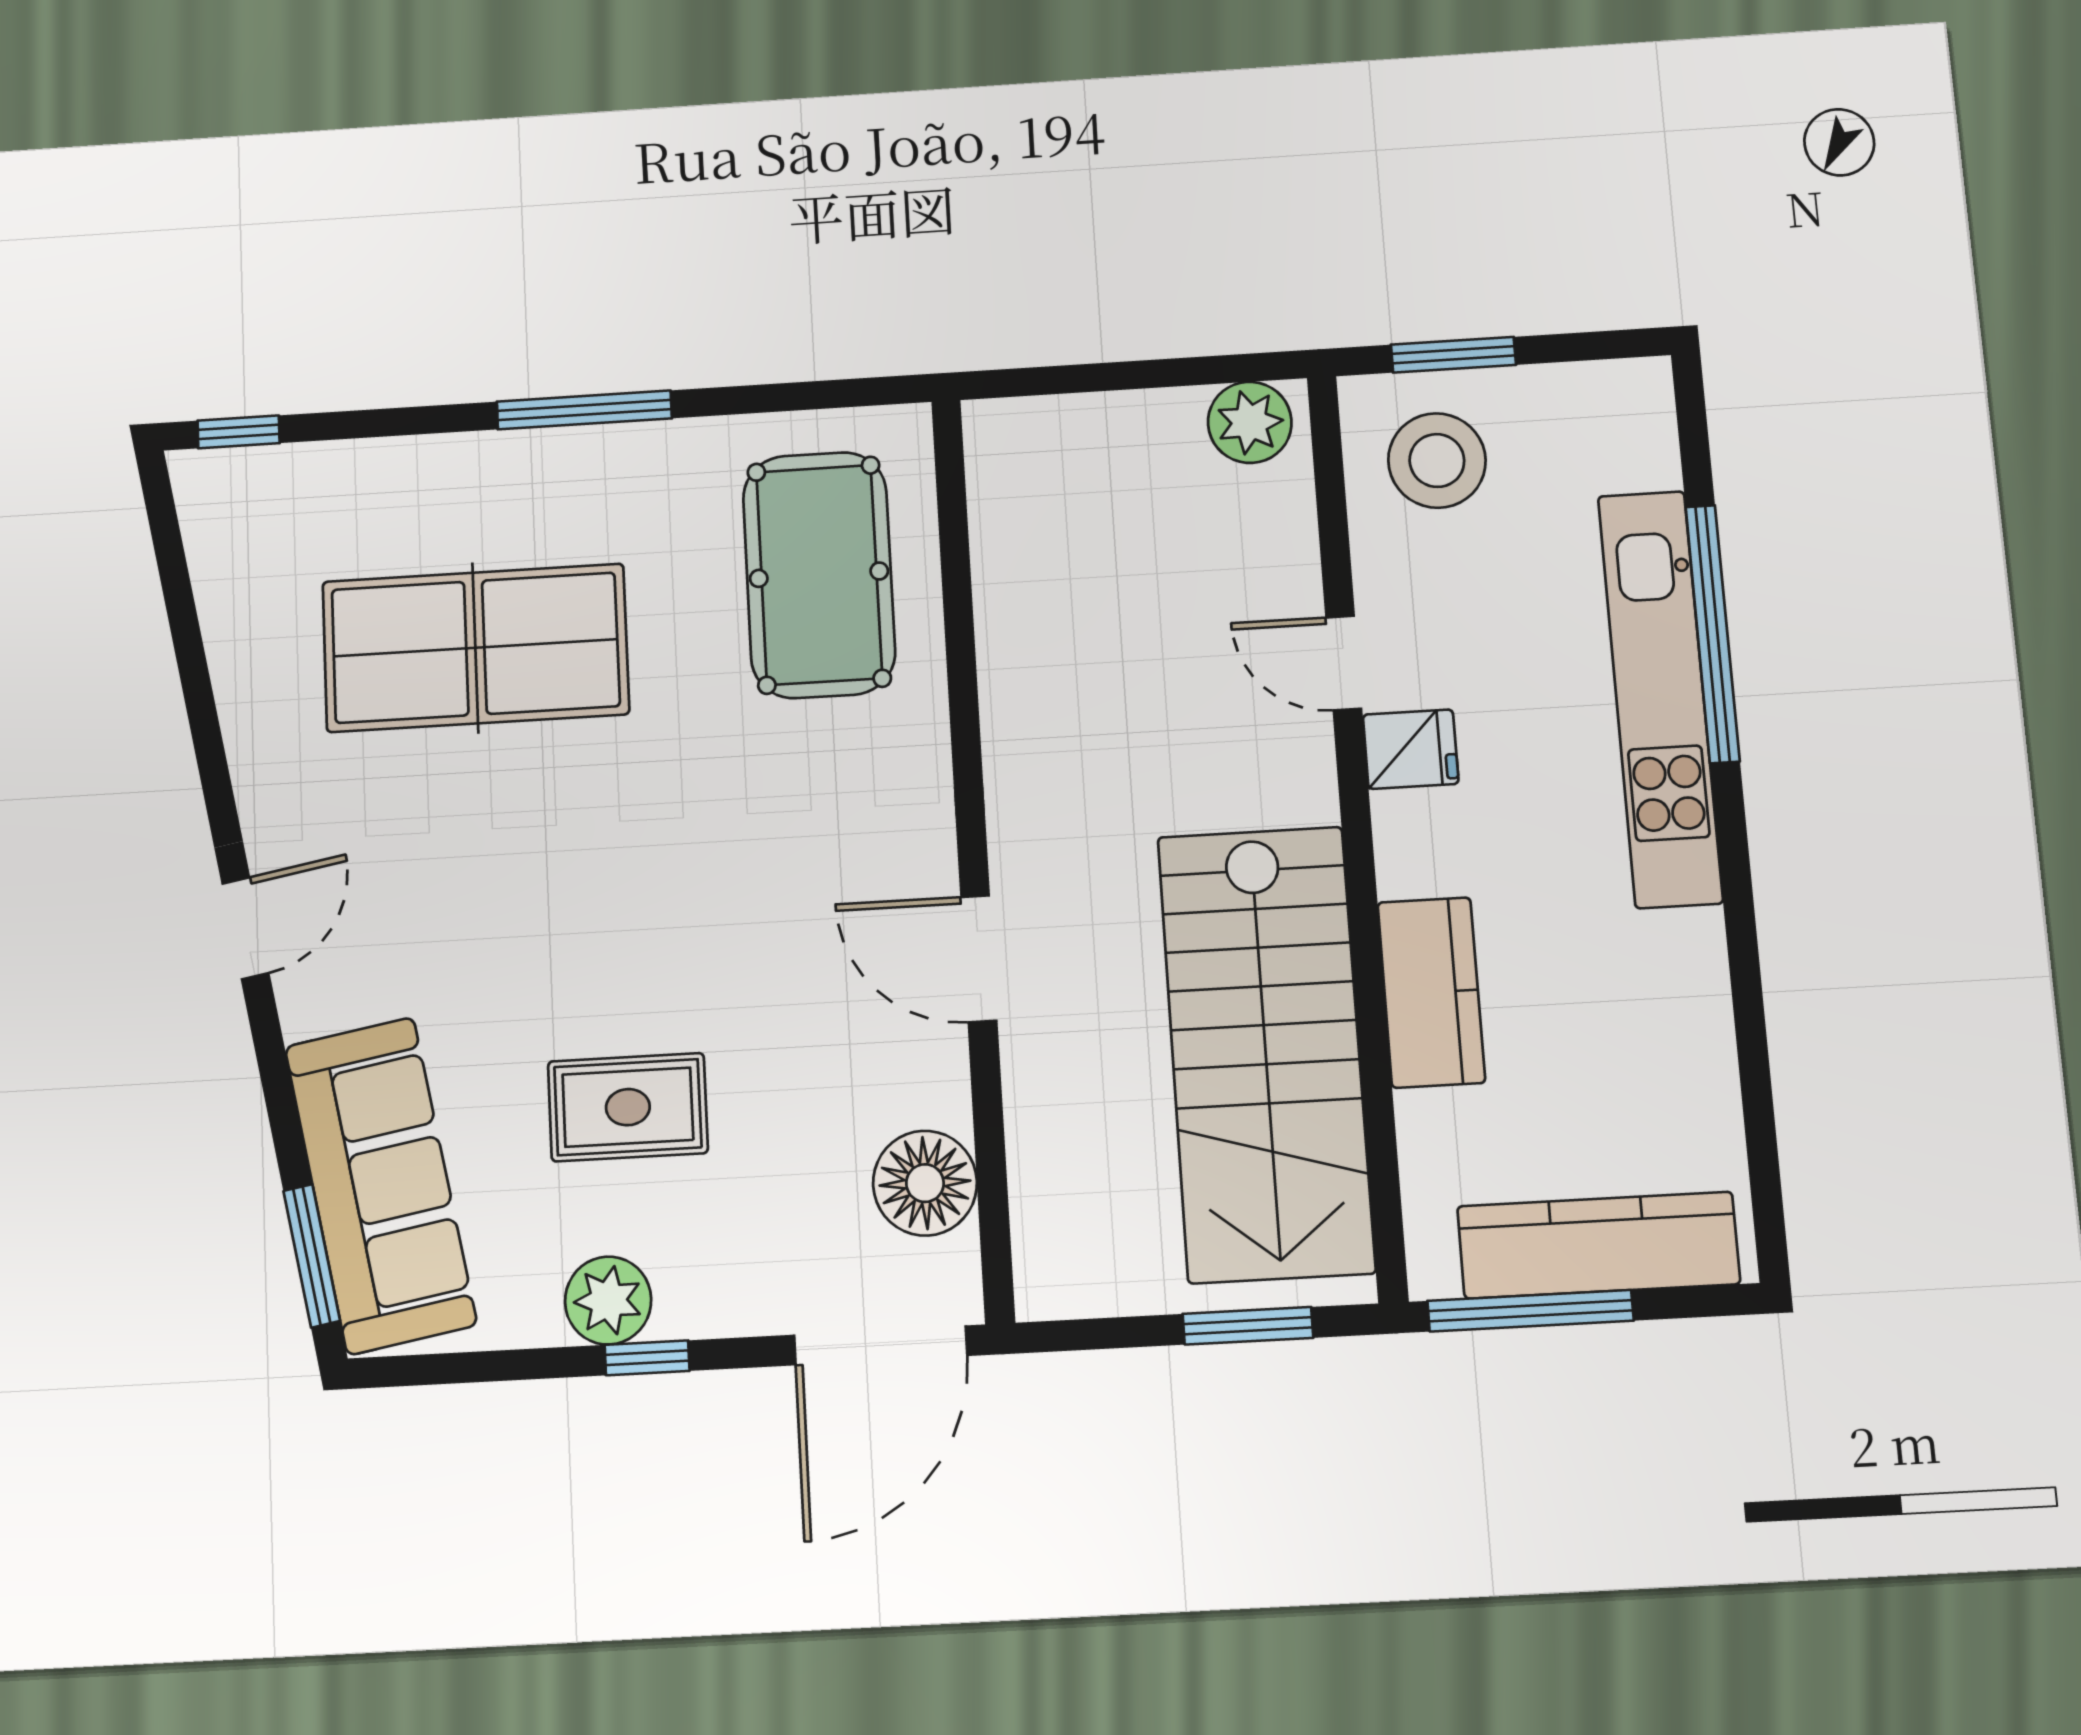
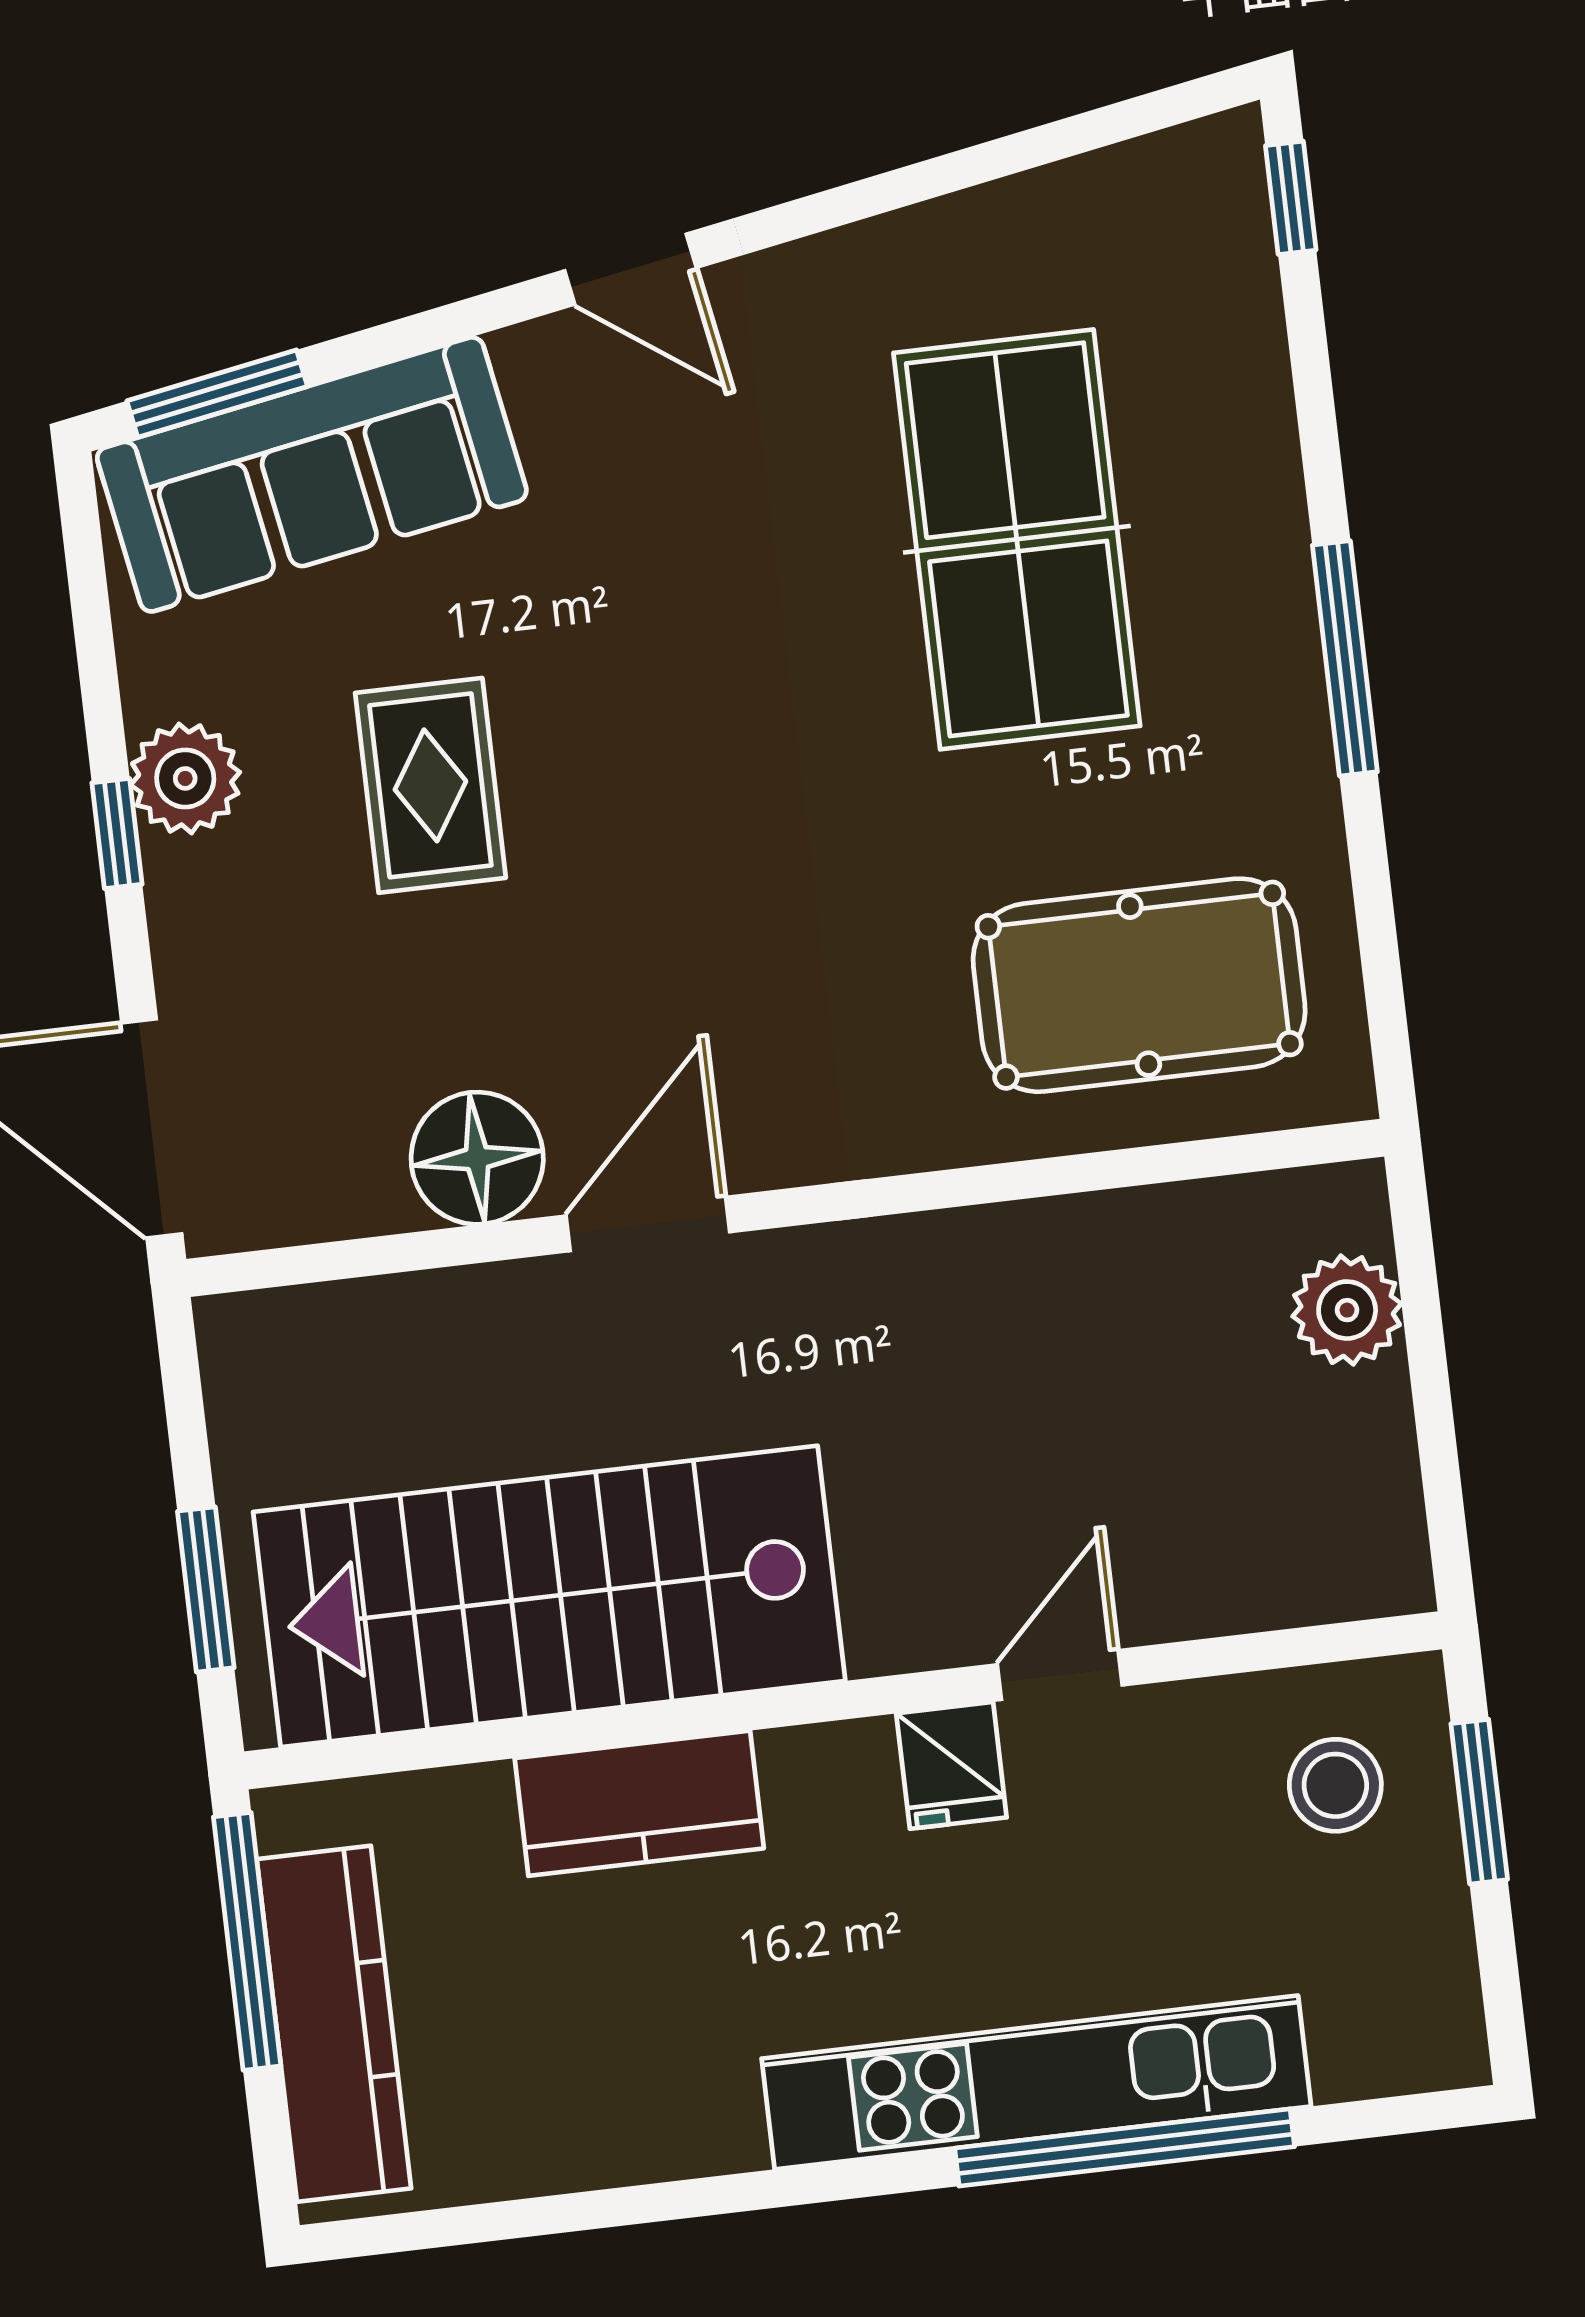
plant: (1250, 422) -> (1347, 1310), moved
stool: (1437, 461) -> (1335, 1785), width x0.73, depth x0.73
floor lamp: (925, 1183) -> (477, 1158), moved

